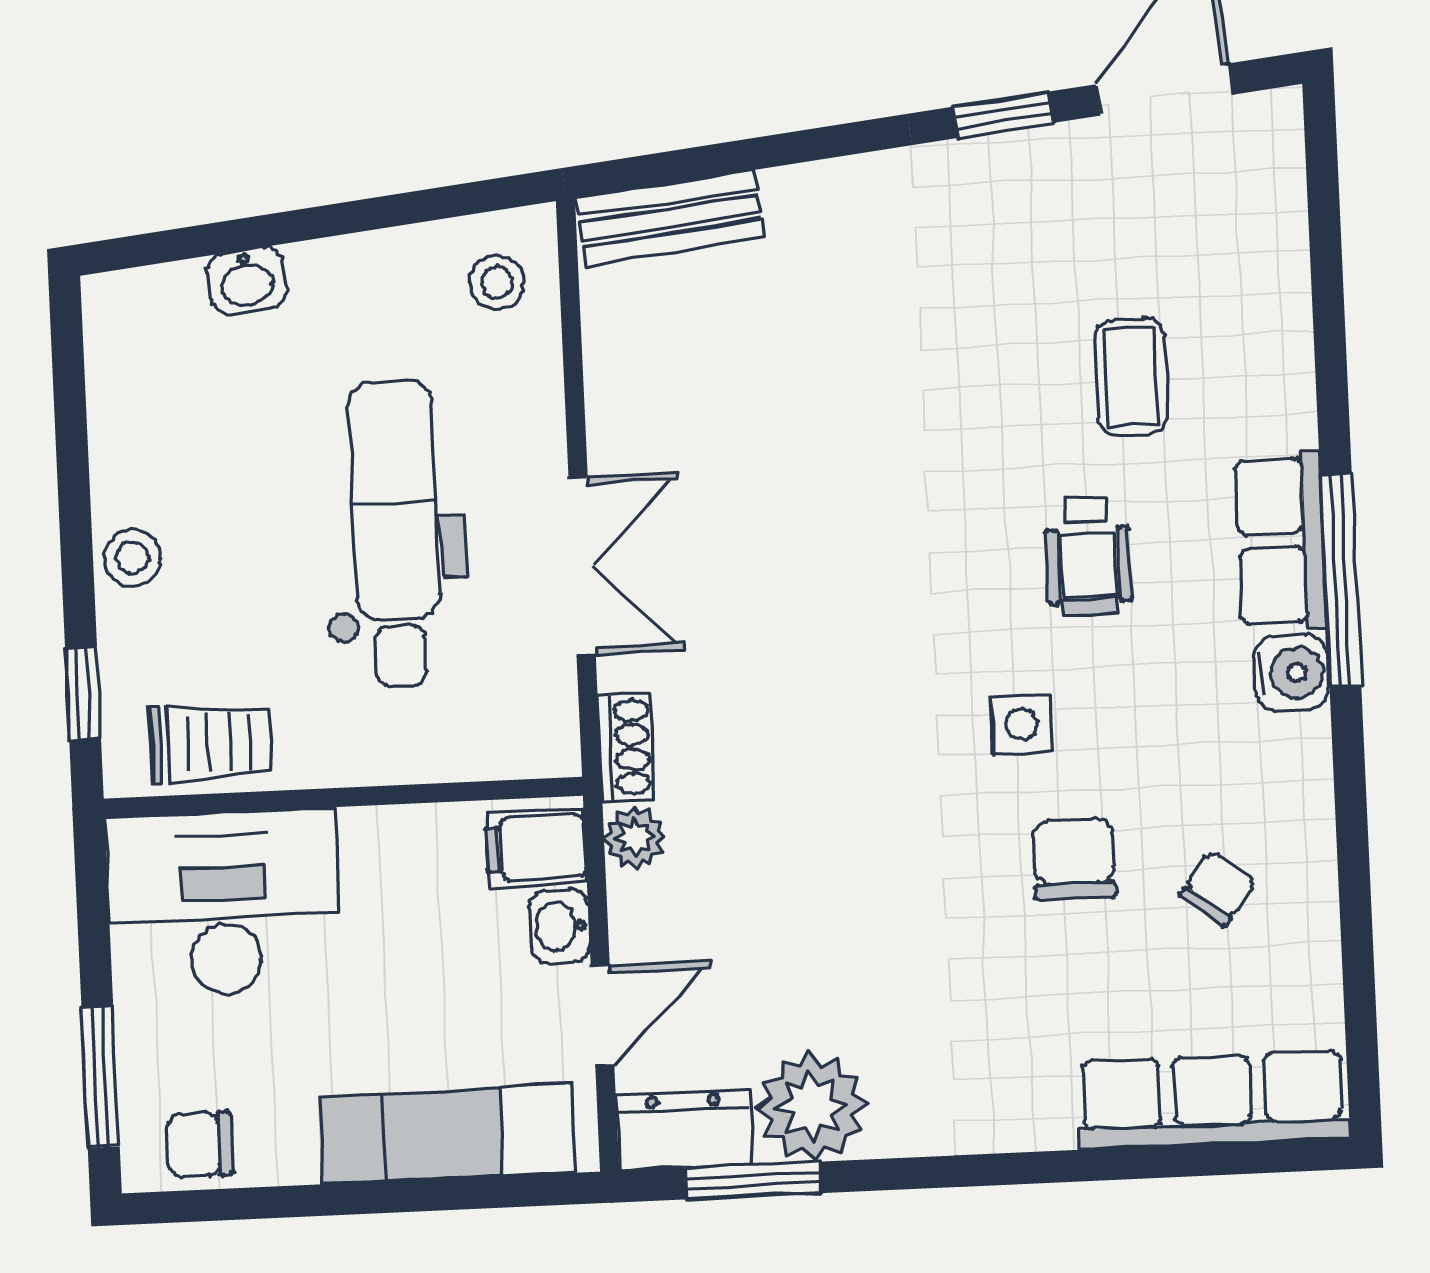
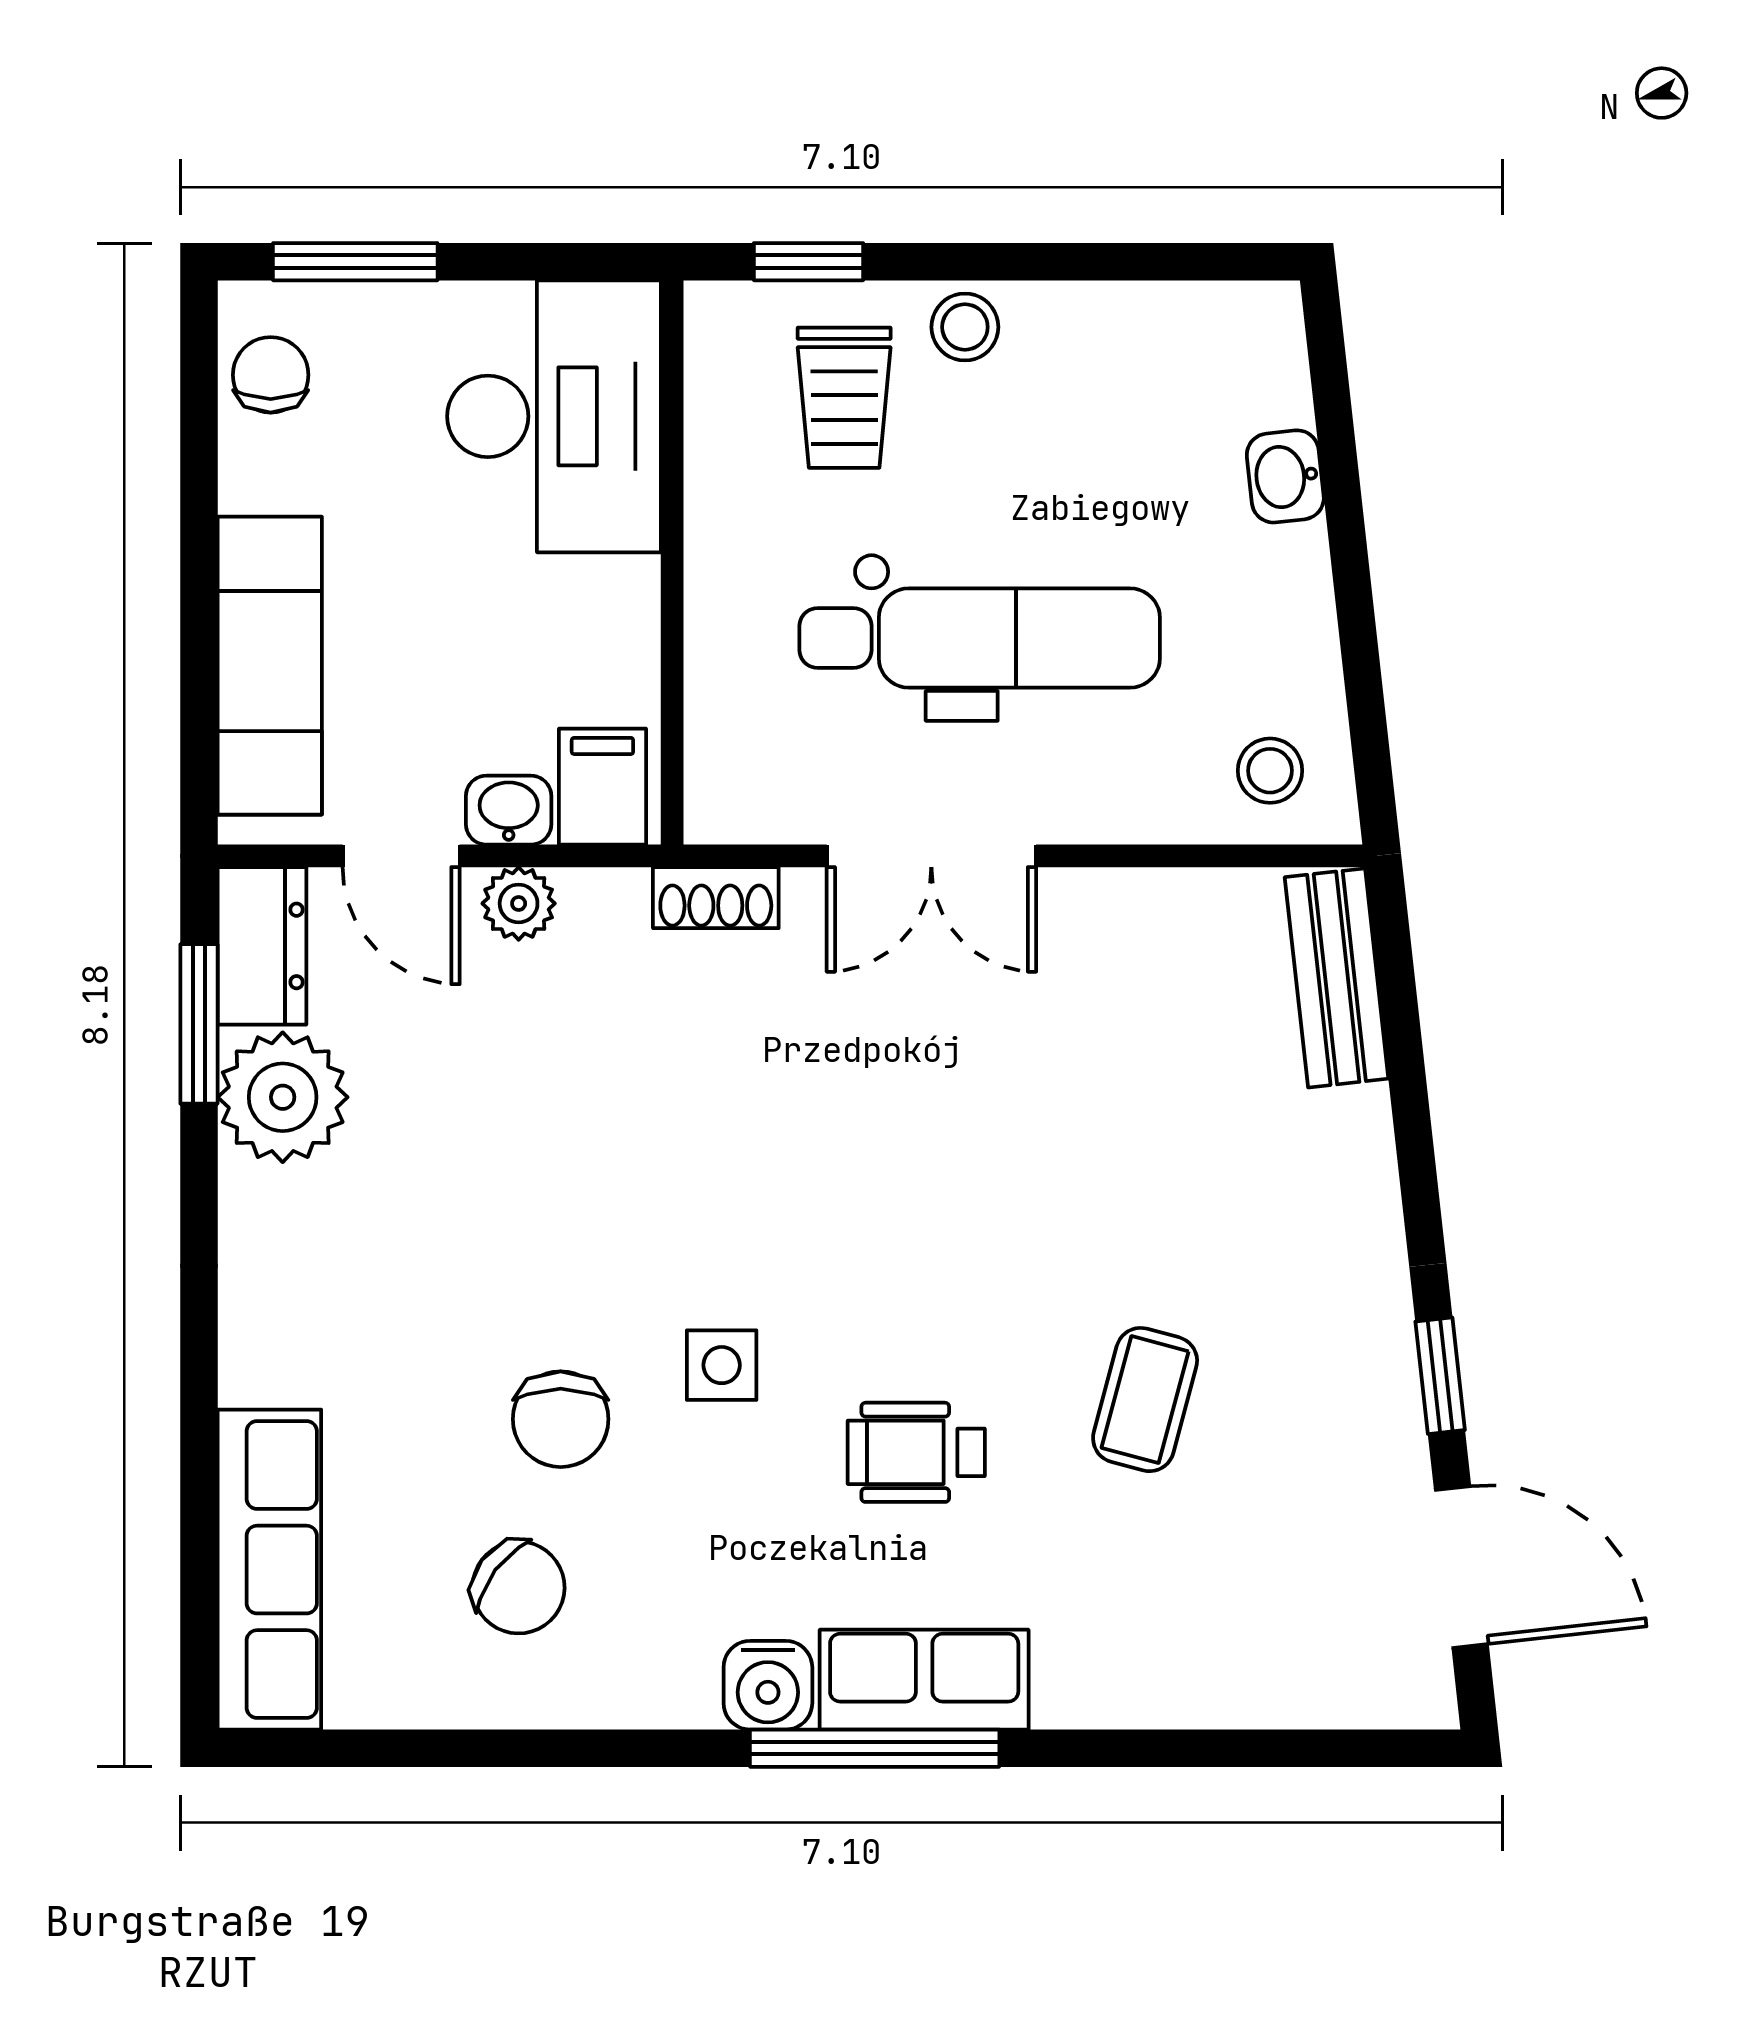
coffee table: (1131, 377) -> (1145, 1400), moved, turned -75
trolley: (211, 742) -> (844, 398), moved
plant: (635, 837) -> (519, 903), moved
chair: (1074, 859) -> (561, 1419), turned 90
chair: (1218, 888) -> (519, 1587), width x1.37, depth x1.37

